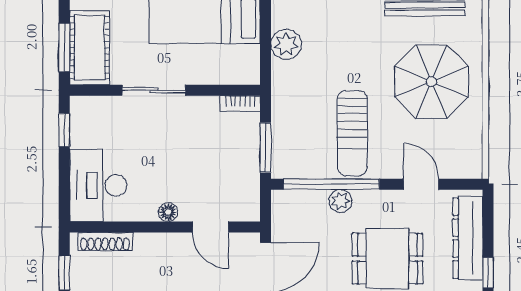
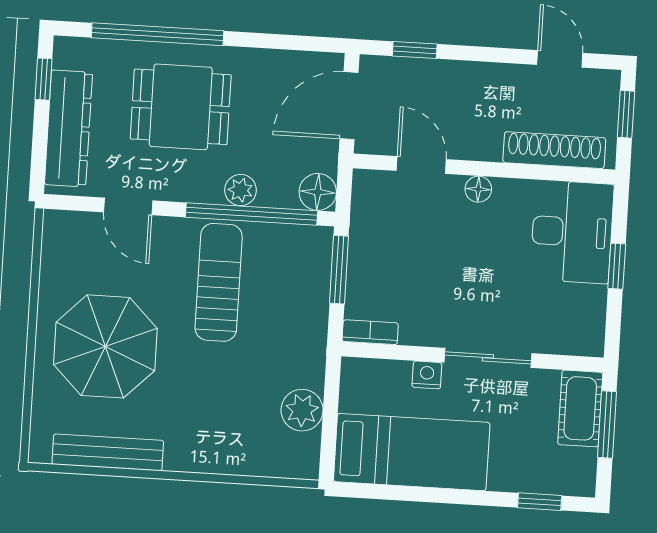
cot: (90, 48) -> (580, 408), width x0.73, depth x0.75
nightstand: (197, 75) -> (427, 375), added
window: (64, 130) -> (617, 266), moved
floor lamp: (284, 203) -> (318, 192), added
shoe rack: (105, 242) -> (554, 150), width x1.36, depth x1.24

